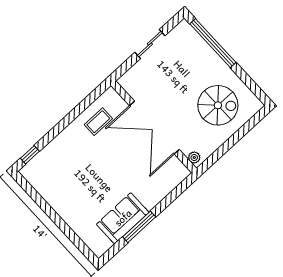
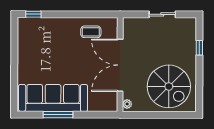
window: (213, 43) -> (199, 48), width x0.32
spiral stairs: (218, 105) -> (169, 86), width x1.37, depth x1.37
sofa: (123, 218) -> (53, 98), width x1.85, depth x1.27

